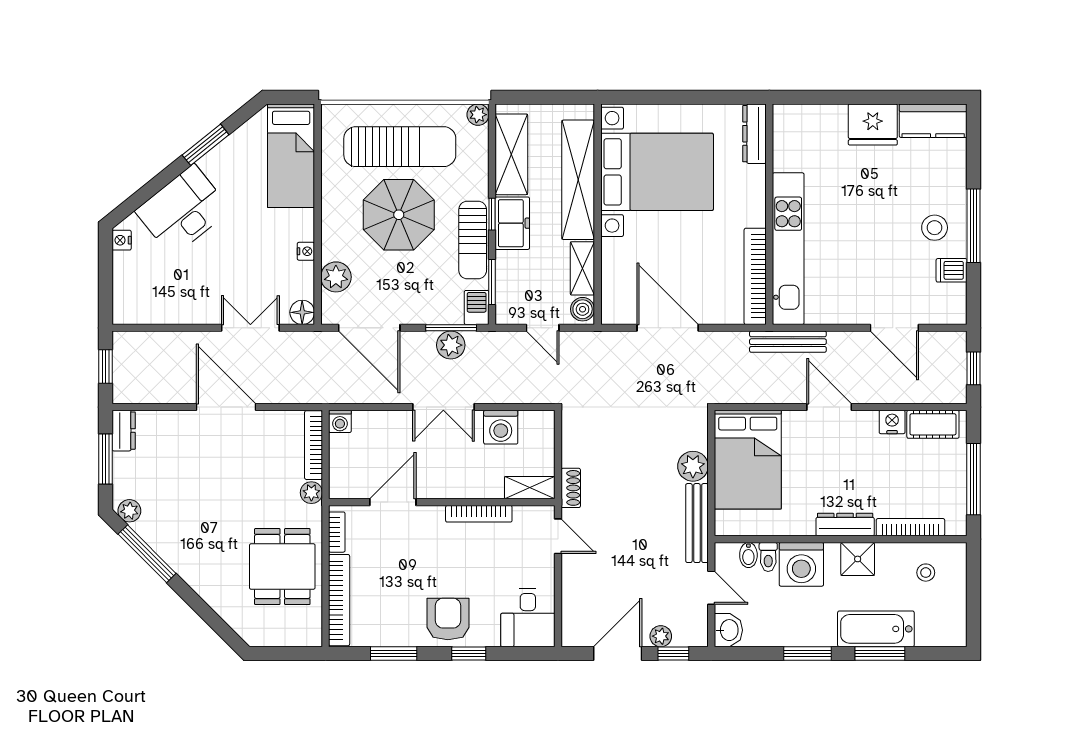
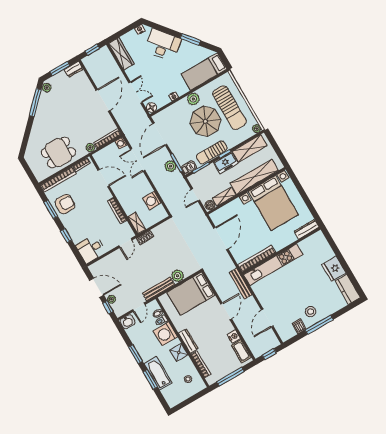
plant: (336, 277) -> (193, 99), moved
wardrobe: (150, 310) -> (121, 54), added
double door: (443, 407) -> (138, 160), moved
armchair: (448, 619) -> (65, 204), moved

